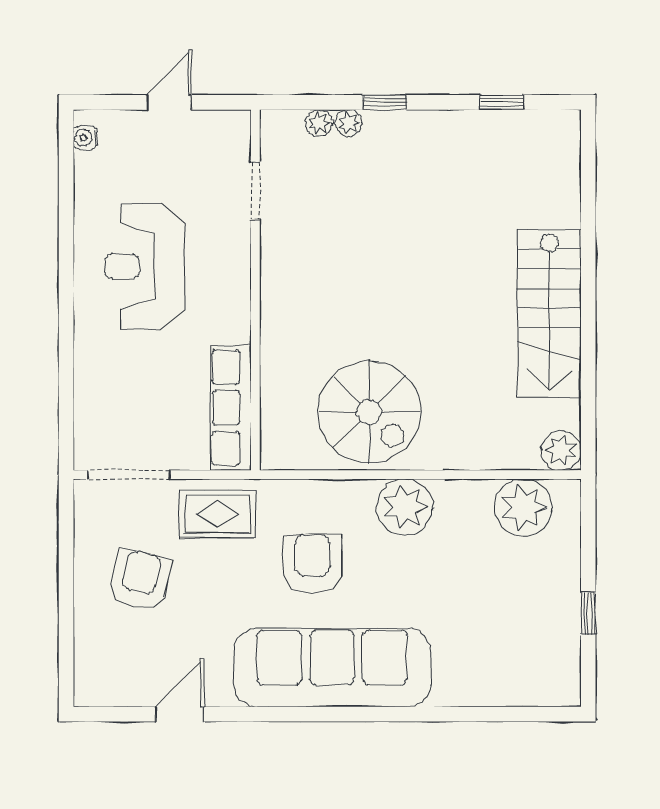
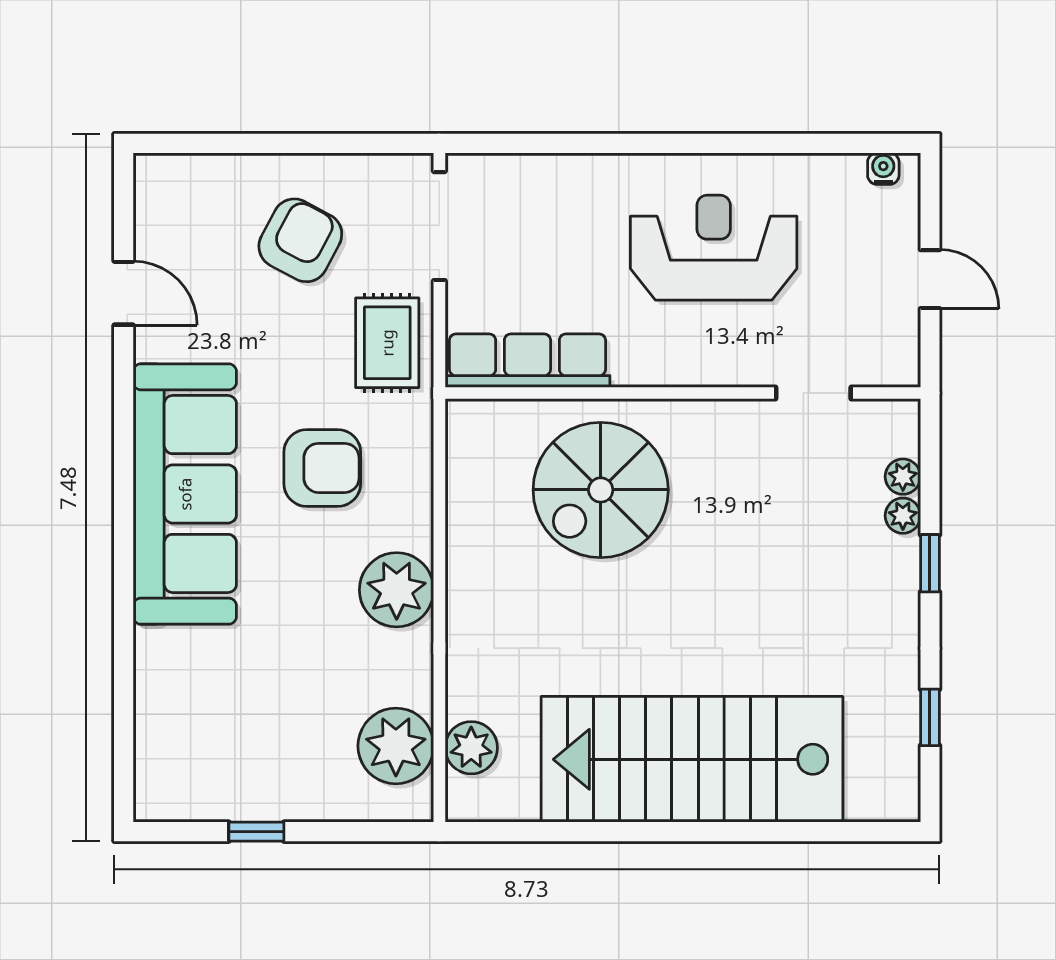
stairs: (549, 313) -> (692, 759), width x1.36, depth x1.51
spiral stairs: (369, 412) -> (601, 490), moved
plant: (561, 450) -> (471, 748), moved
armchair: (140, 580) -> (300, 240), turned -75

